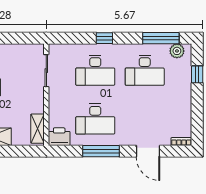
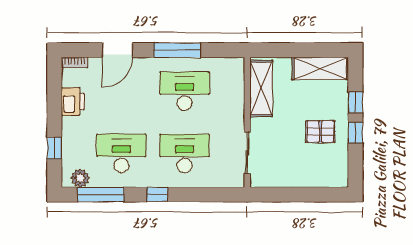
window: (104, 38) -> (157, 194), moved
shelving: (38, 129) -> (261, 88), width x1.50, depth x1.33
printer: (59, 137) -> (73, 101), moved, turned -90
door: (148, 151) -> (117, 50), swing flipped

